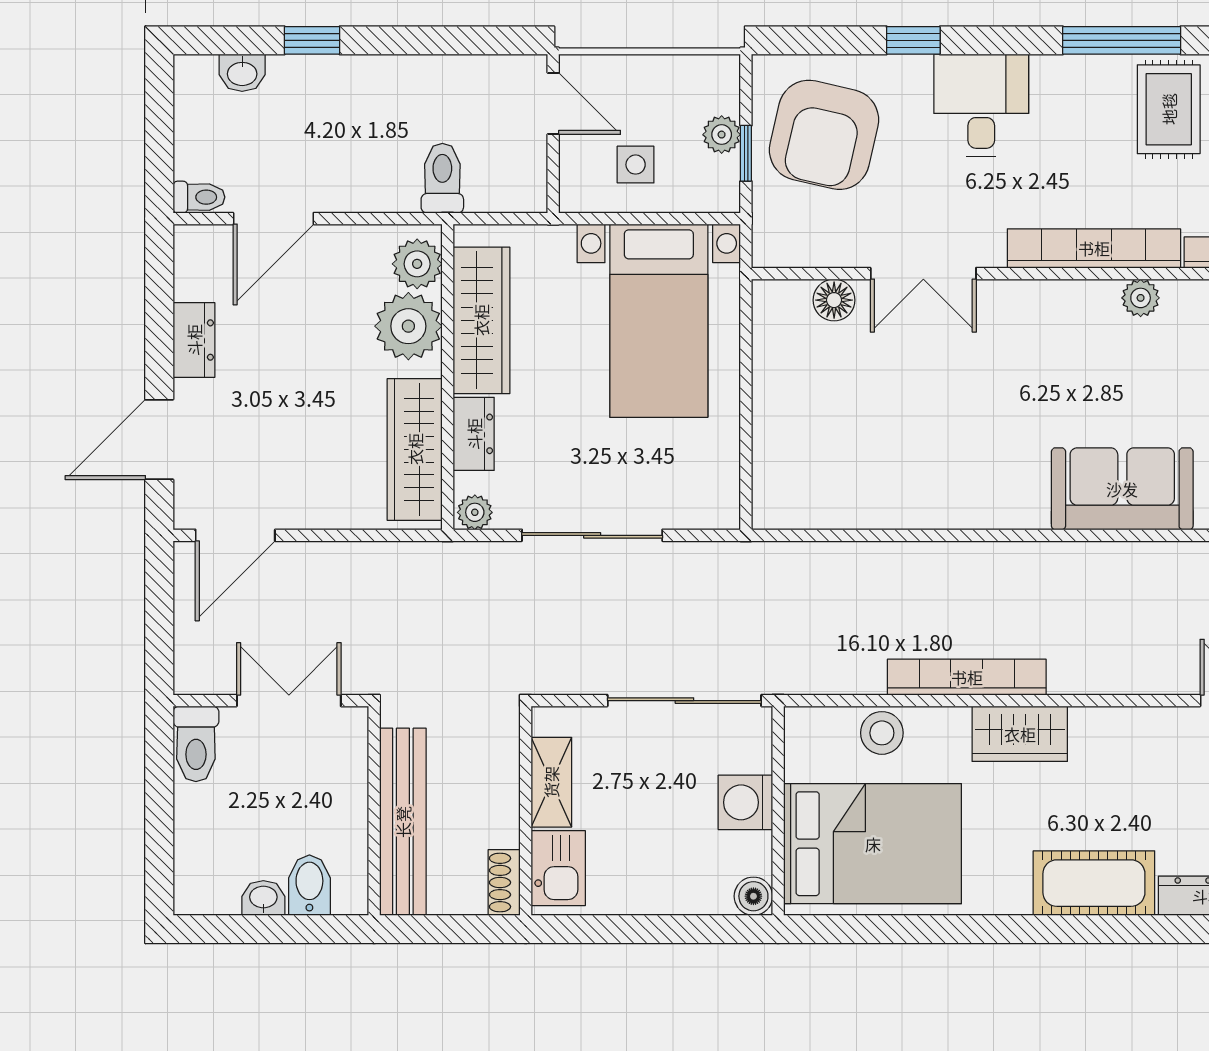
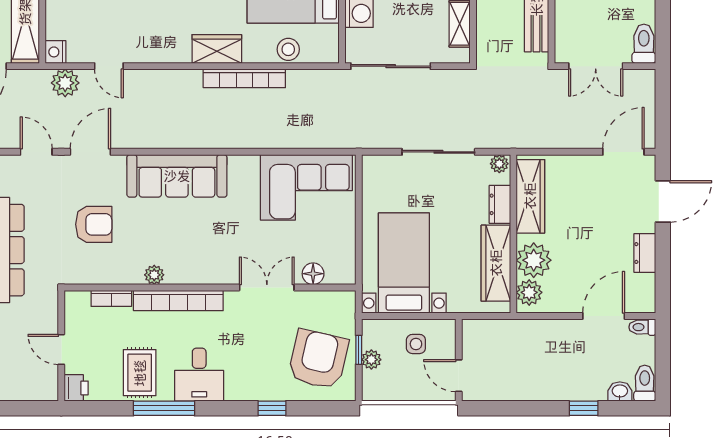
desk: (981, 105) -> (199, 375), moved
toilet: (442, 178) -> (645, 383), moved, turned 180
corner sofa: (847, 467) -> (306, 187), added
sofa: (1122, 489) -> (177, 176), width x1.36

